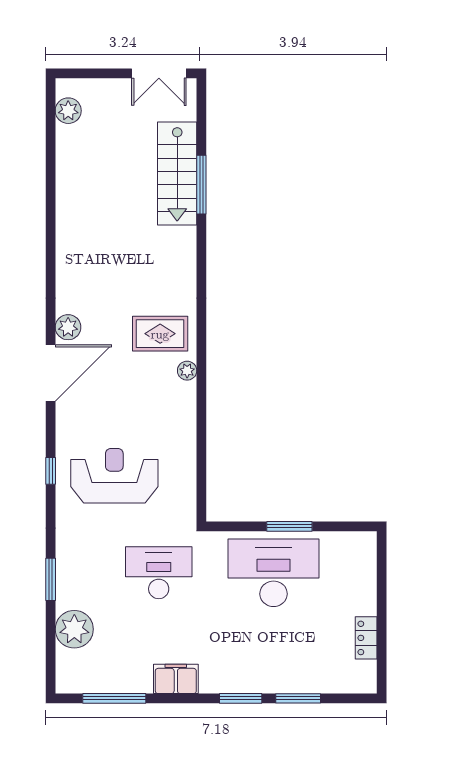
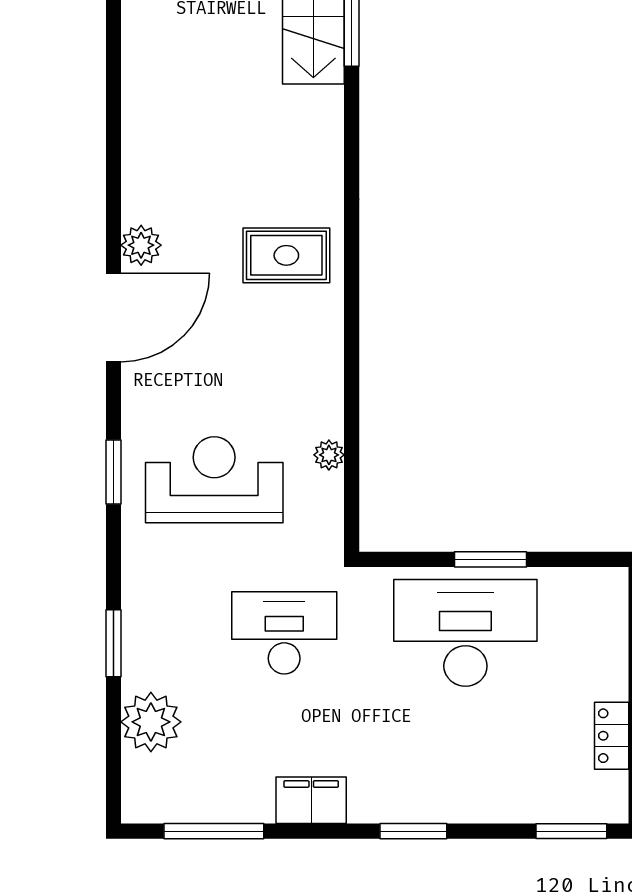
plant: (187, 371) -> (329, 455), moved
window: (51, 471) -> (114, 472), width x1.50
window: (298, 698) -> (571, 831), moved

